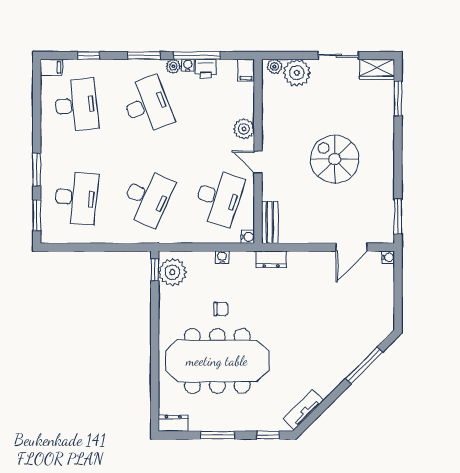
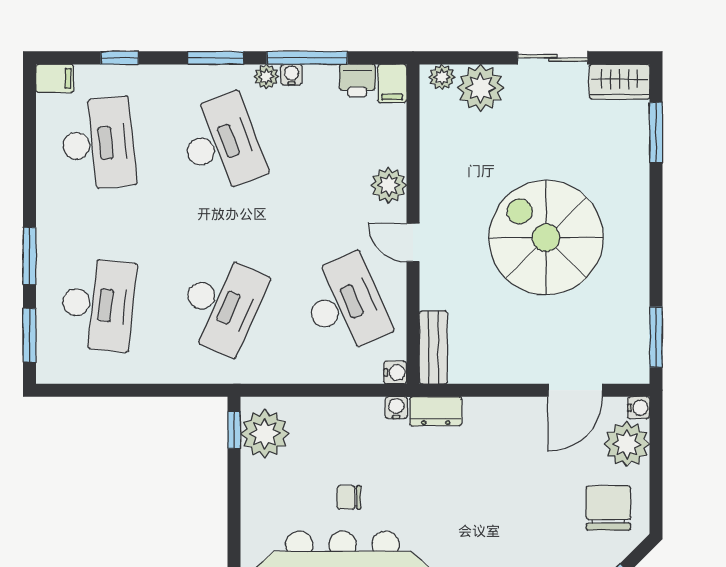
printer: (206, 69) -> (357, 81), moved
spiral stairs: (335, 159) -> (546, 238), width x1.37, depth x1.37
desk: (219, 198) -> (345, 304), turned -42
water cooler: (222, 257) -> (396, 408), moved
plant: (381, 278) -> (627, 444), added
chair: (221, 309) -> (349, 497), turned 180
chair: (371, 315) -> (608, 508), added

